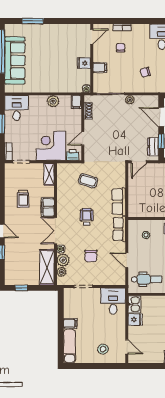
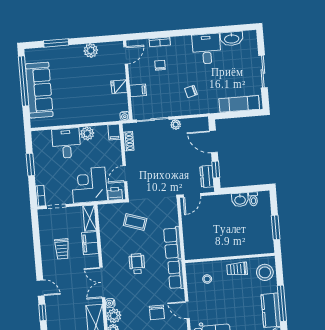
plant: (62, 30) -> (91, 51), added
desk: (17, 108) -> (66, 143), moved
filing cabinet: (48, 207) -> (90, 243), moved
chair: (91, 256) -> (157, 312), moved

